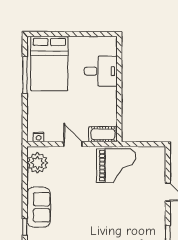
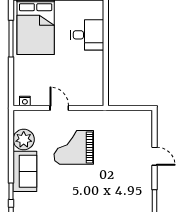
cot: (103, 134) -> (89, 98), removed
plant: (37, 163) -> (24, 139), moved
grand piano: (116, 166) -> (74, 147), moved, turned 180

